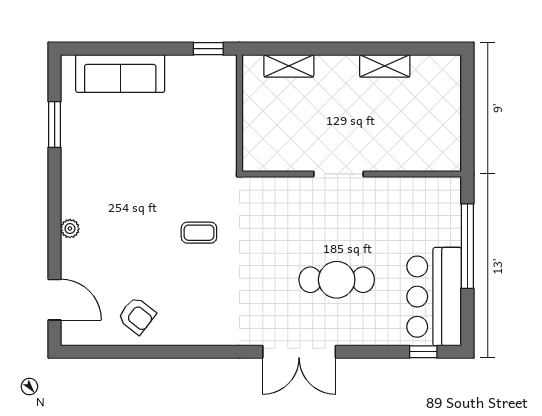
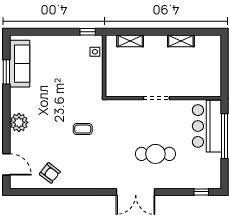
sofa: (120, 74) -> (20, 64), moved, turned -90
side table: (222, 86) -> (95, 52), added
plant: (70, 229) -> (19, 122), width x1.88, depth x1.88
bar counter: (434, 297) -> (207, 126), moved

